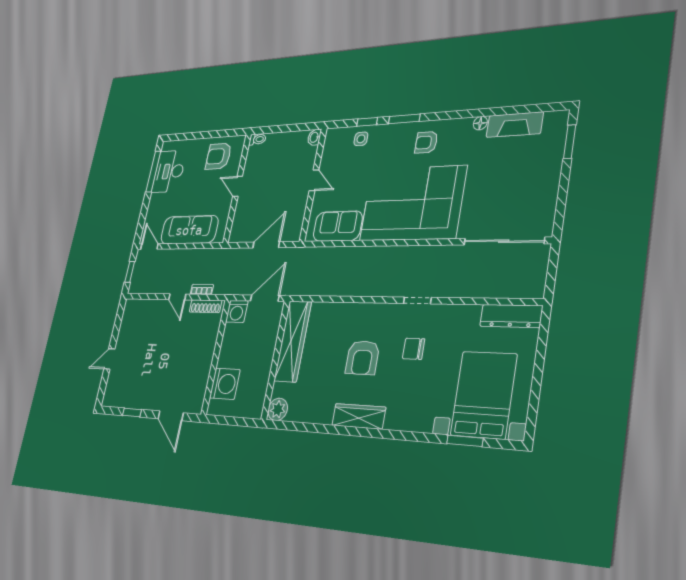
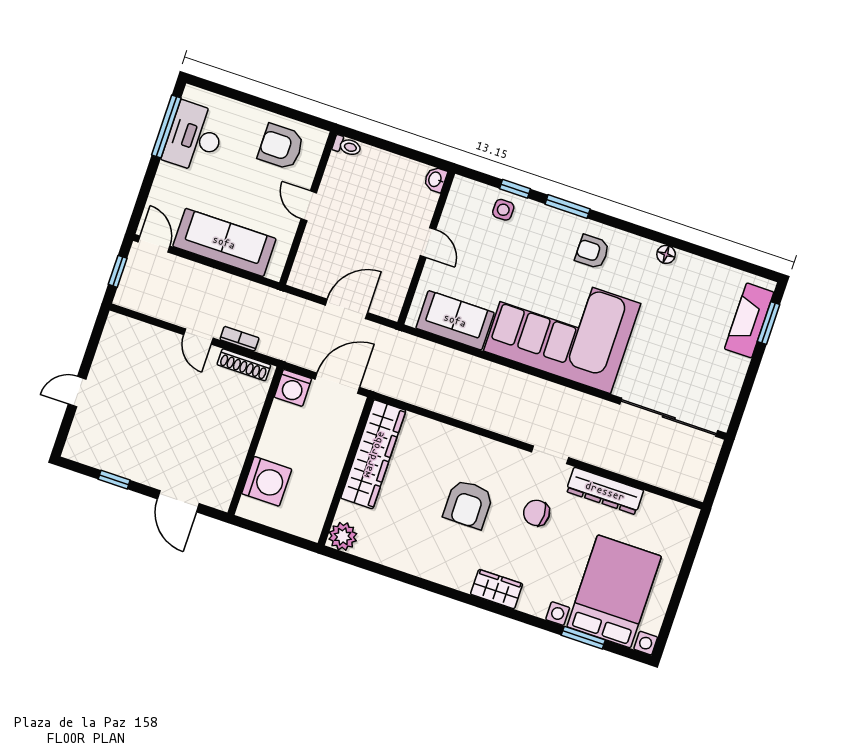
fireplace: (515, 125) -> (749, 320), moved, turned 90
dresser: (511, 316) -> (605, 491), moved
wardrobe: (359, 416) -> (497, 589), moved, width x0.67

